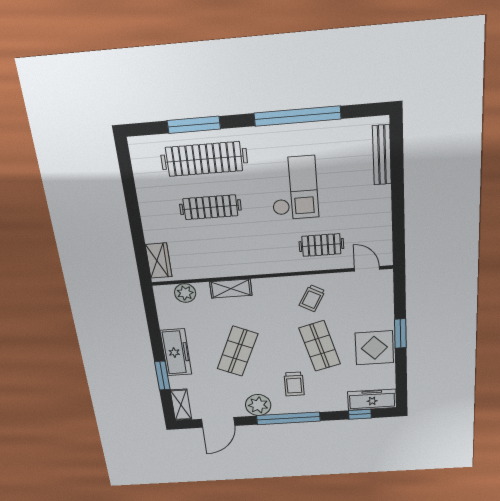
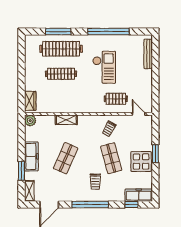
plant: (185, 293) -> (30, 121), moved
plant: (258, 405) -> (74, 194), removed

